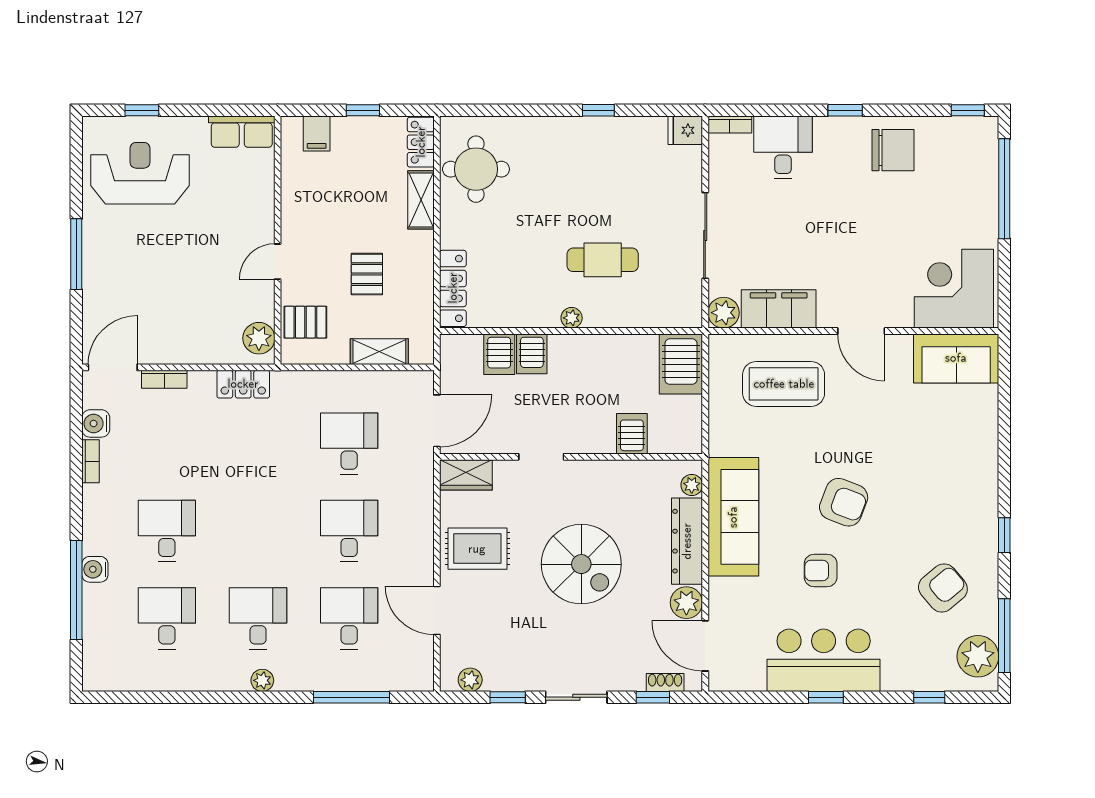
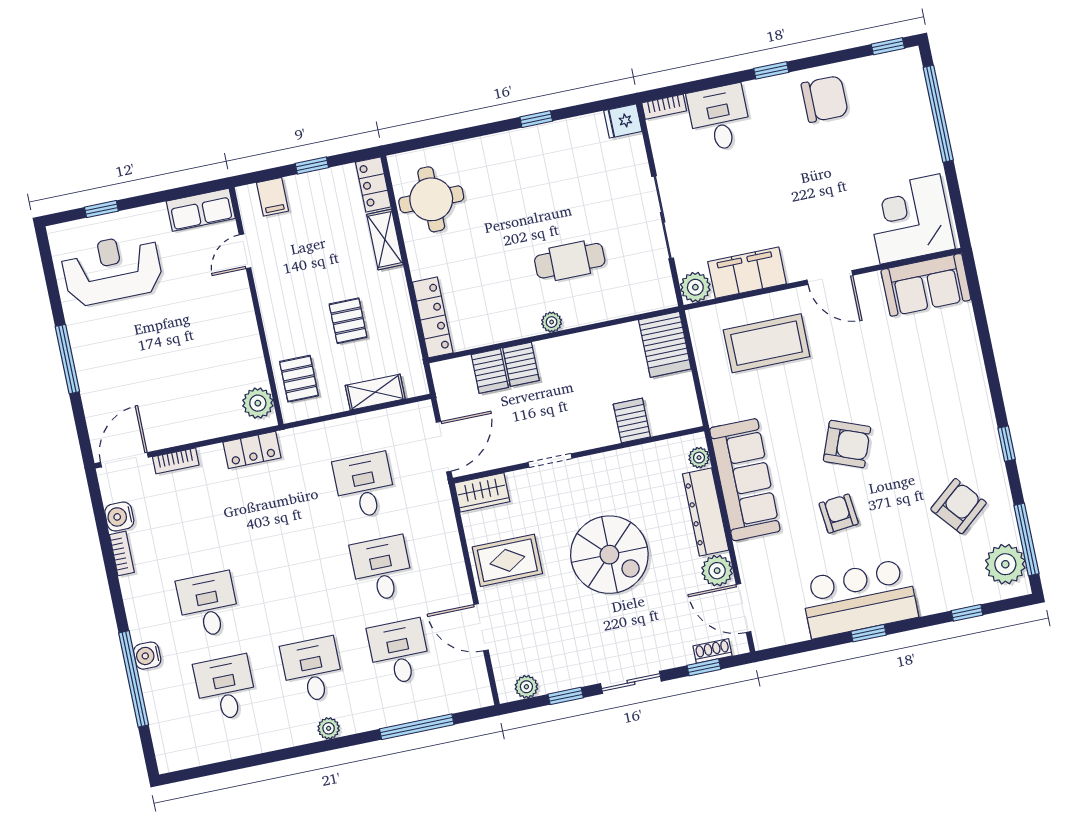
door: (278, 262) -> (245, 251), moved
pallet: (305, 322) -> (299, 379), turned 90
armchair: (821, 570) -> (839, 514), turned 84

